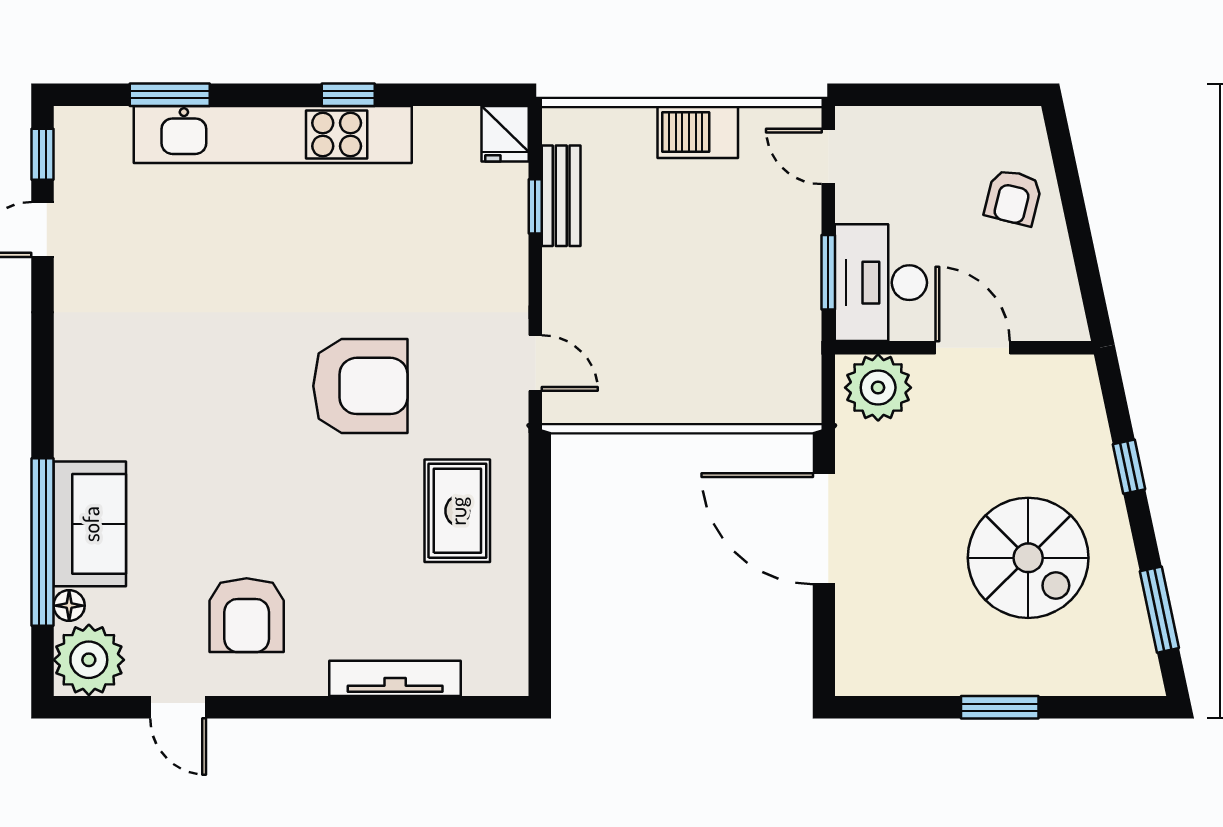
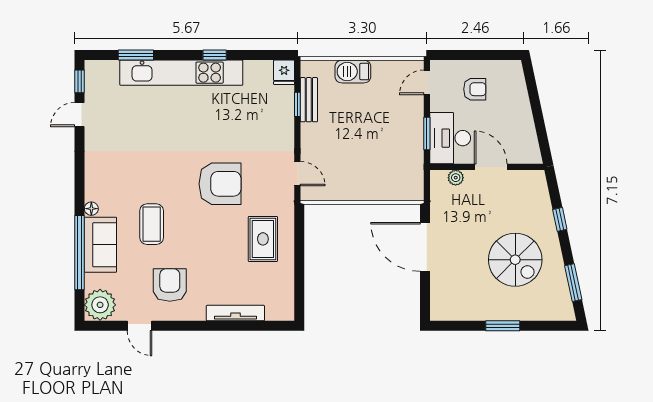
barbecue: (698, 132) -> (353, 72), moved
door: (828, 156) -> (427, 82), hinge flipped
armchair: (1013, 197) -> (475, 89), moved, turned -104
plant: (878, 388) -> (456, 178), width x0.53, depth x0.53
coffee table: (206, 477) -> (152, 224), added
floor lamp: (69, 606) -> (91, 209), moved
armchair: (247, 615) -> (170, 285), turned 180

